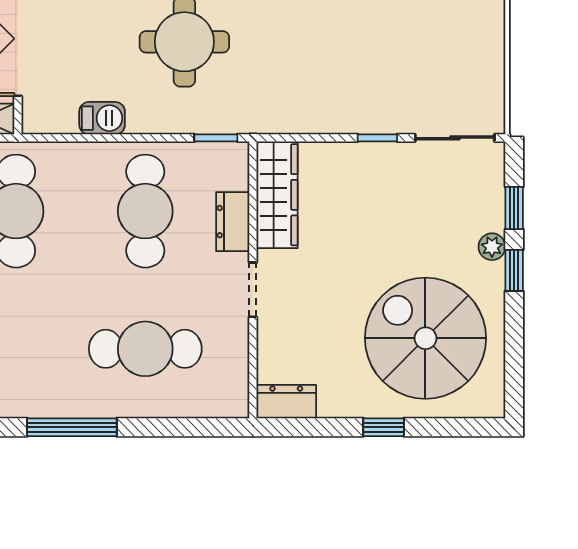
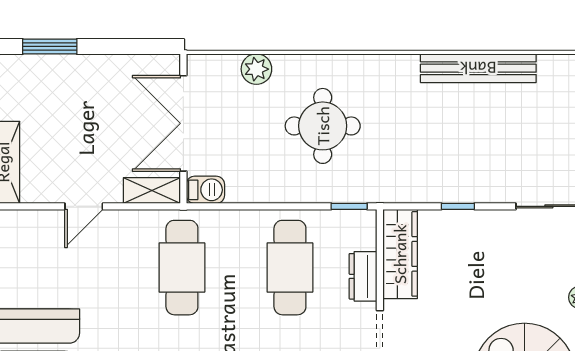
barbecue: (102, 118) -> (205, 190), moved
window: (377, 138) -> (458, 206), moved

